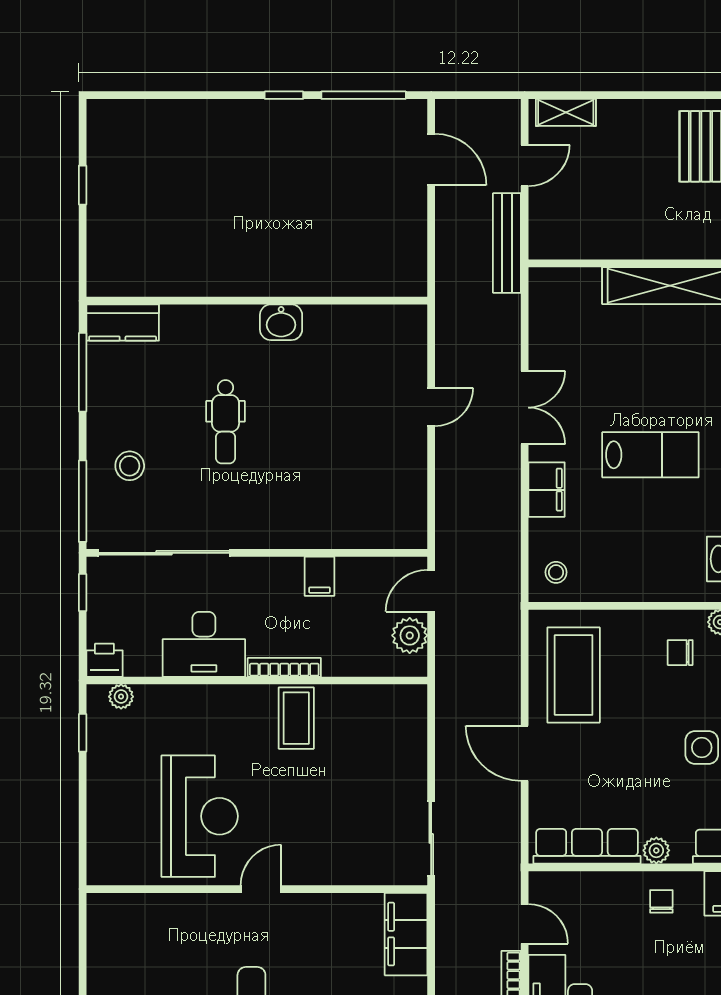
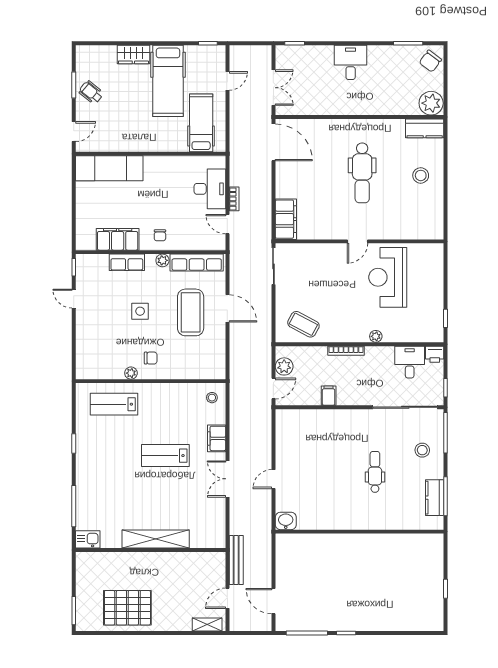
washbasin: (281, 322) -> (286, 521), moved
kitchen counter: (123, 323) -> (435, 498), moved, turned -90
desk: (204, 644) -> (410, 362), moved, width x0.73
coffee table: (574, 675) -> (191, 312), moved
plant: (121, 697) -> (376, 336), moved
coffee table: (296, 718) -> (303, 324), moved, turned -62

